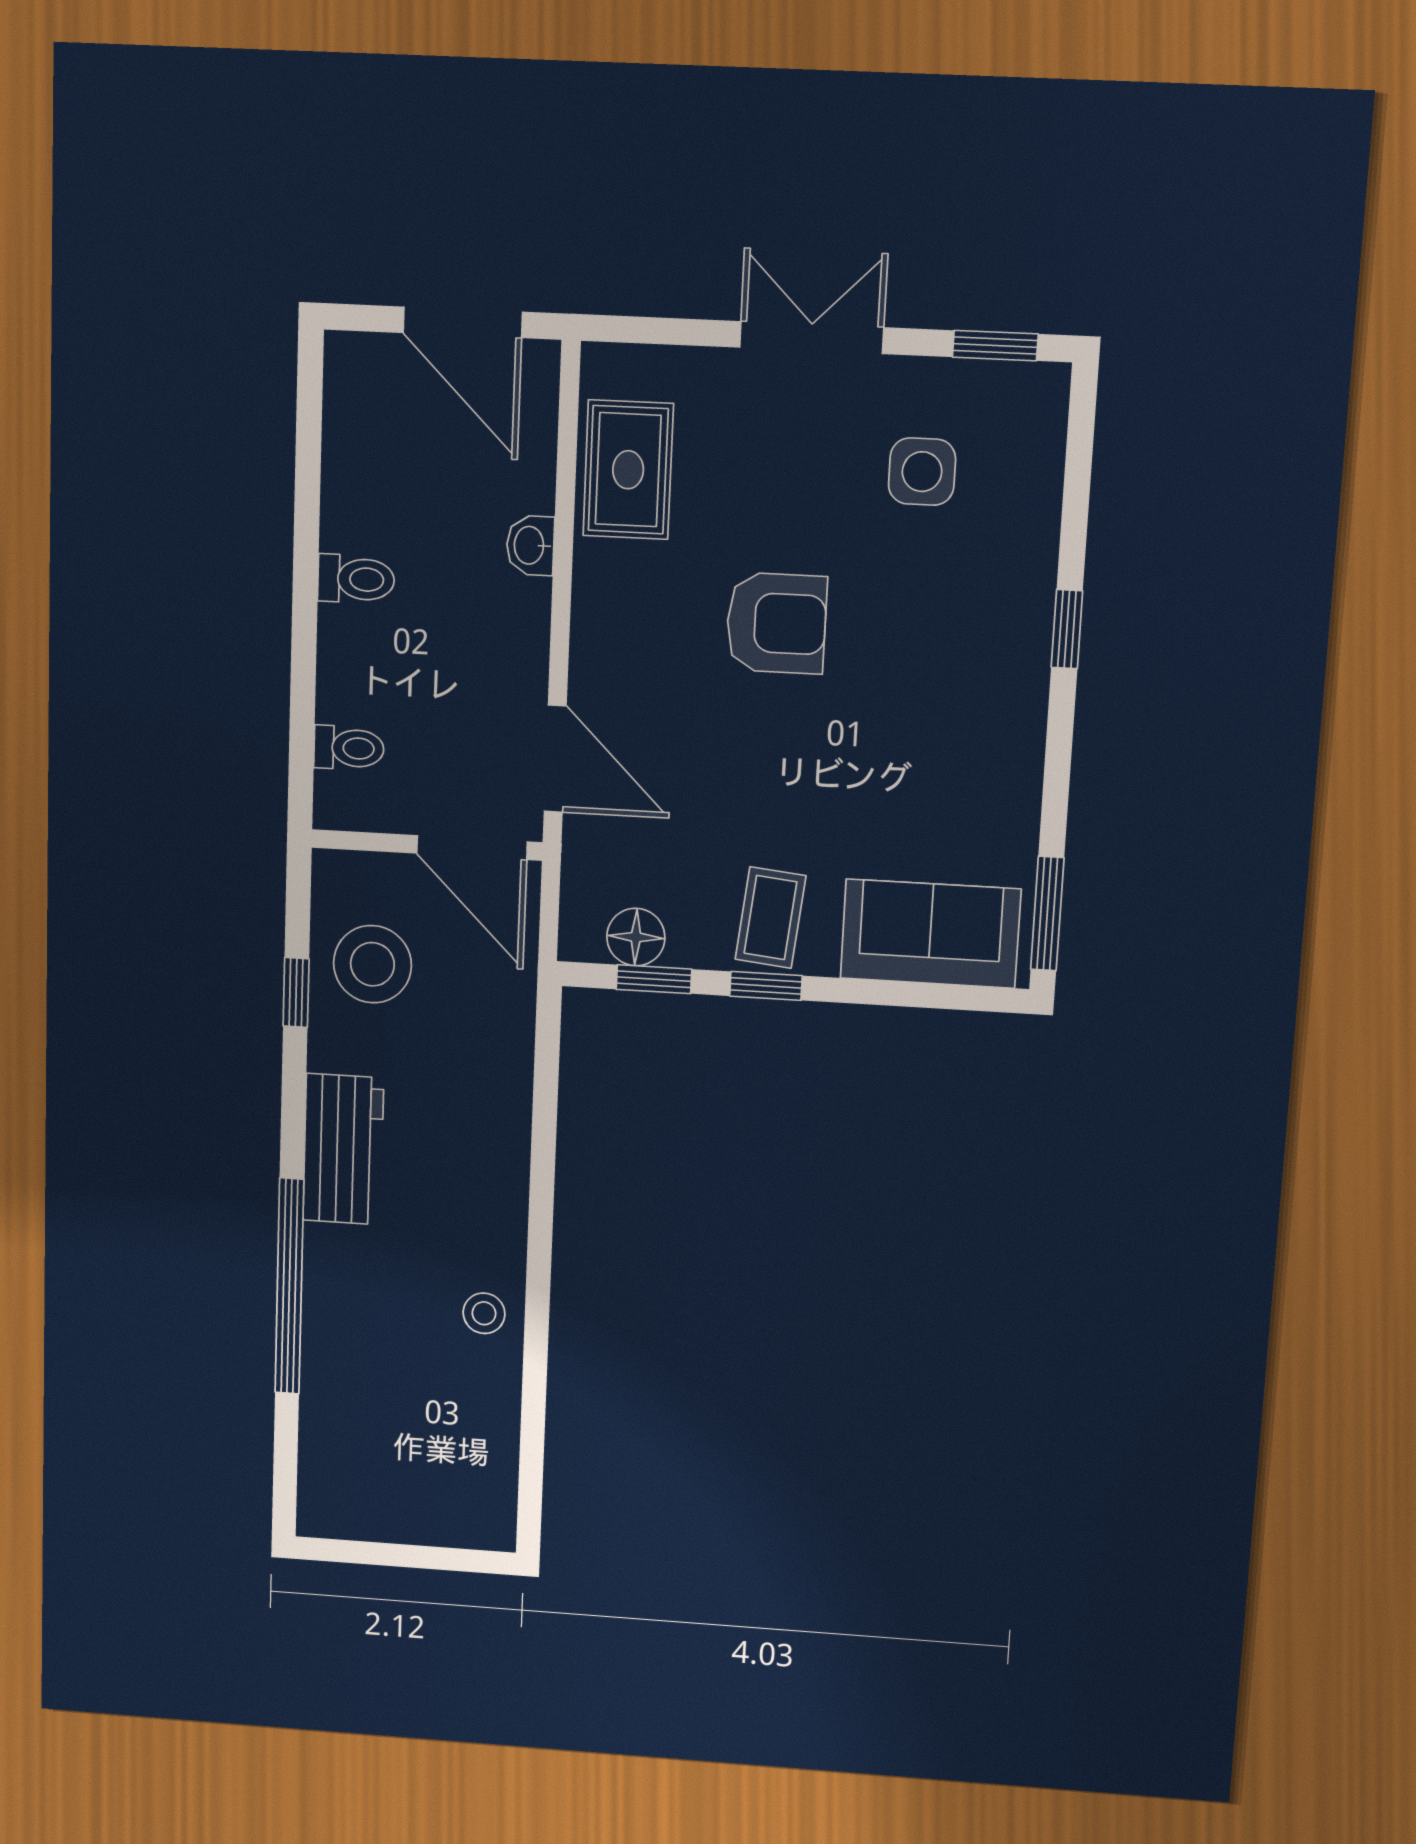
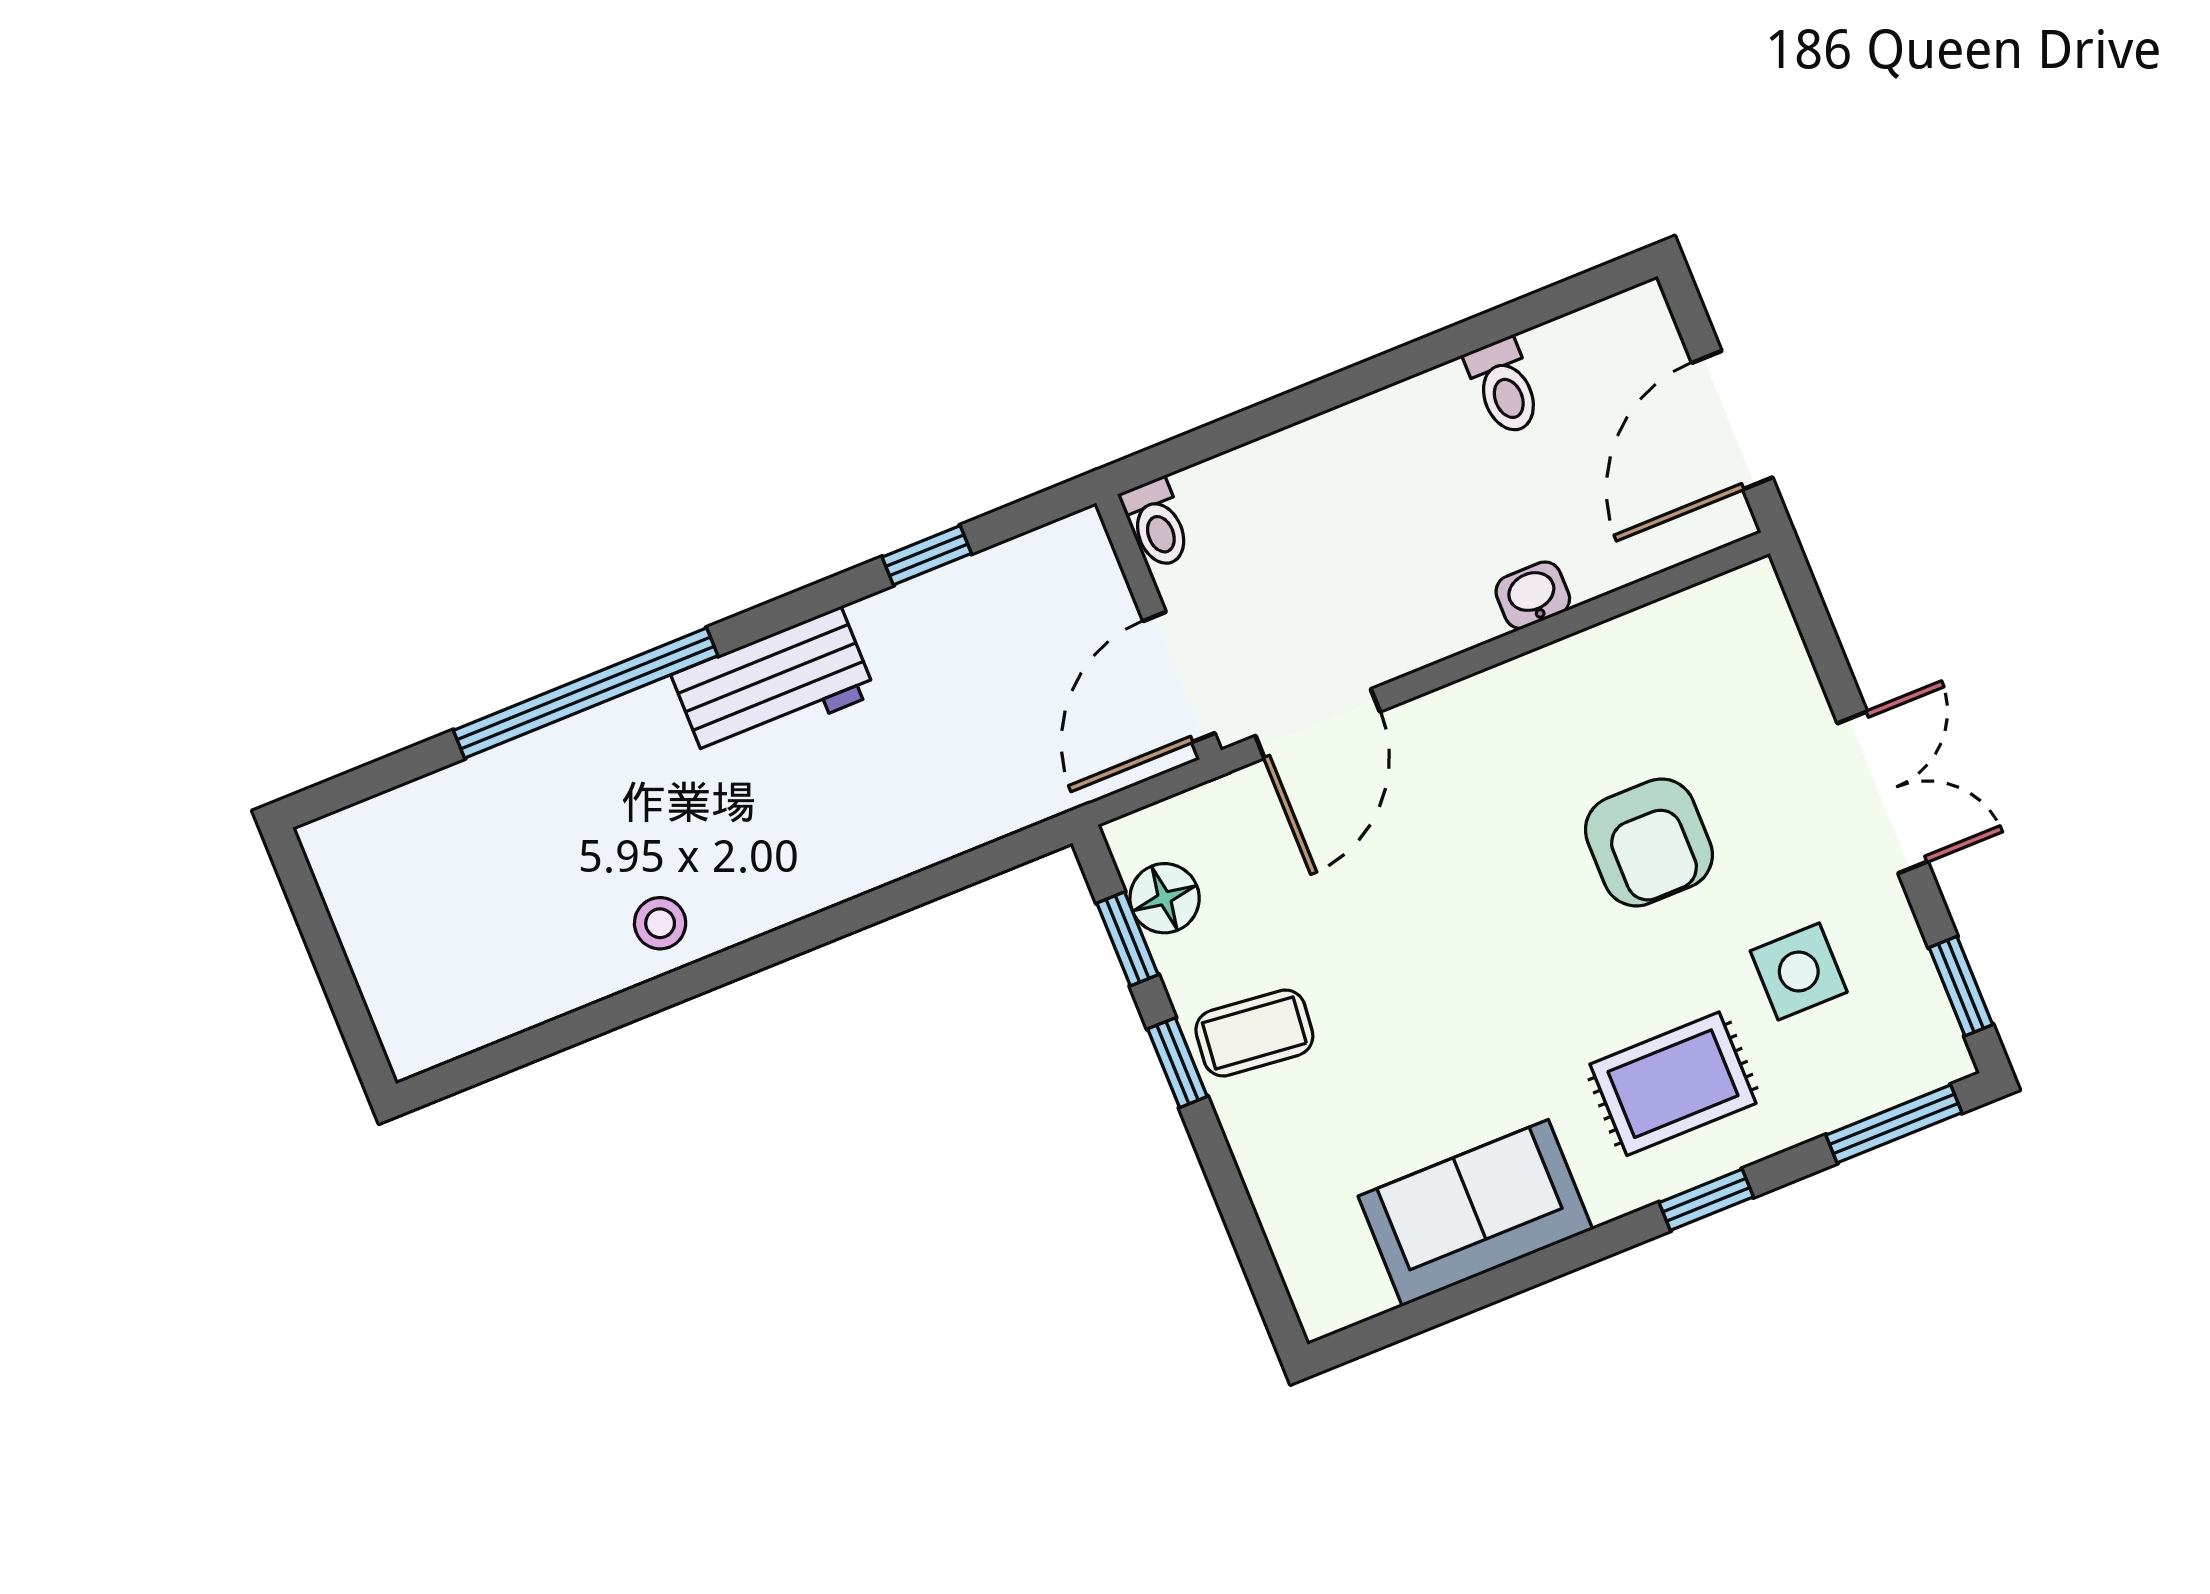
rug: (628, 470) -> (1673, 1084), moved
toilet: (356, 579) -> (1504, 387), moved
armchair: (776, 623) -> (1649, 842), moved
toilet: (349, 748) -> (1157, 523), moved
window: (1047, 914) -> (1894, 1124), moved
sofa: (930, 934) -> (1475, 1213), moved, turned -90
stool: (372, 964) -> (998, 625), removed

